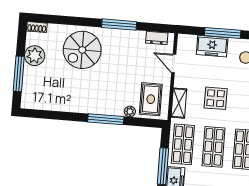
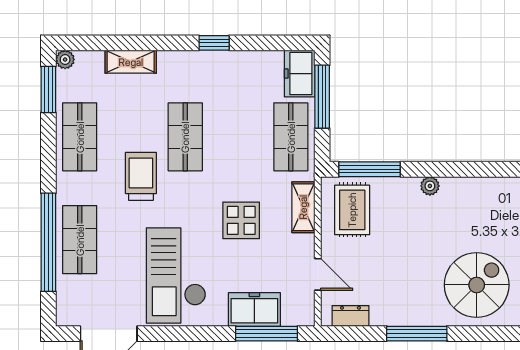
window: (223, 33) -> (267, 334), moved
plant: (130, 111) -> (430, 186), moved
window: (106, 119) -> (370, 169), moved
shop shelf: (213, 147) -> (238, 137), removed

